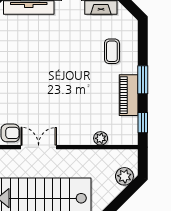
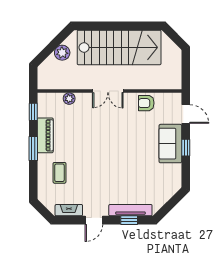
double door: (39, 147) -> (108, 91), moved
plant: (124, 176) -> (62, 53), moved

